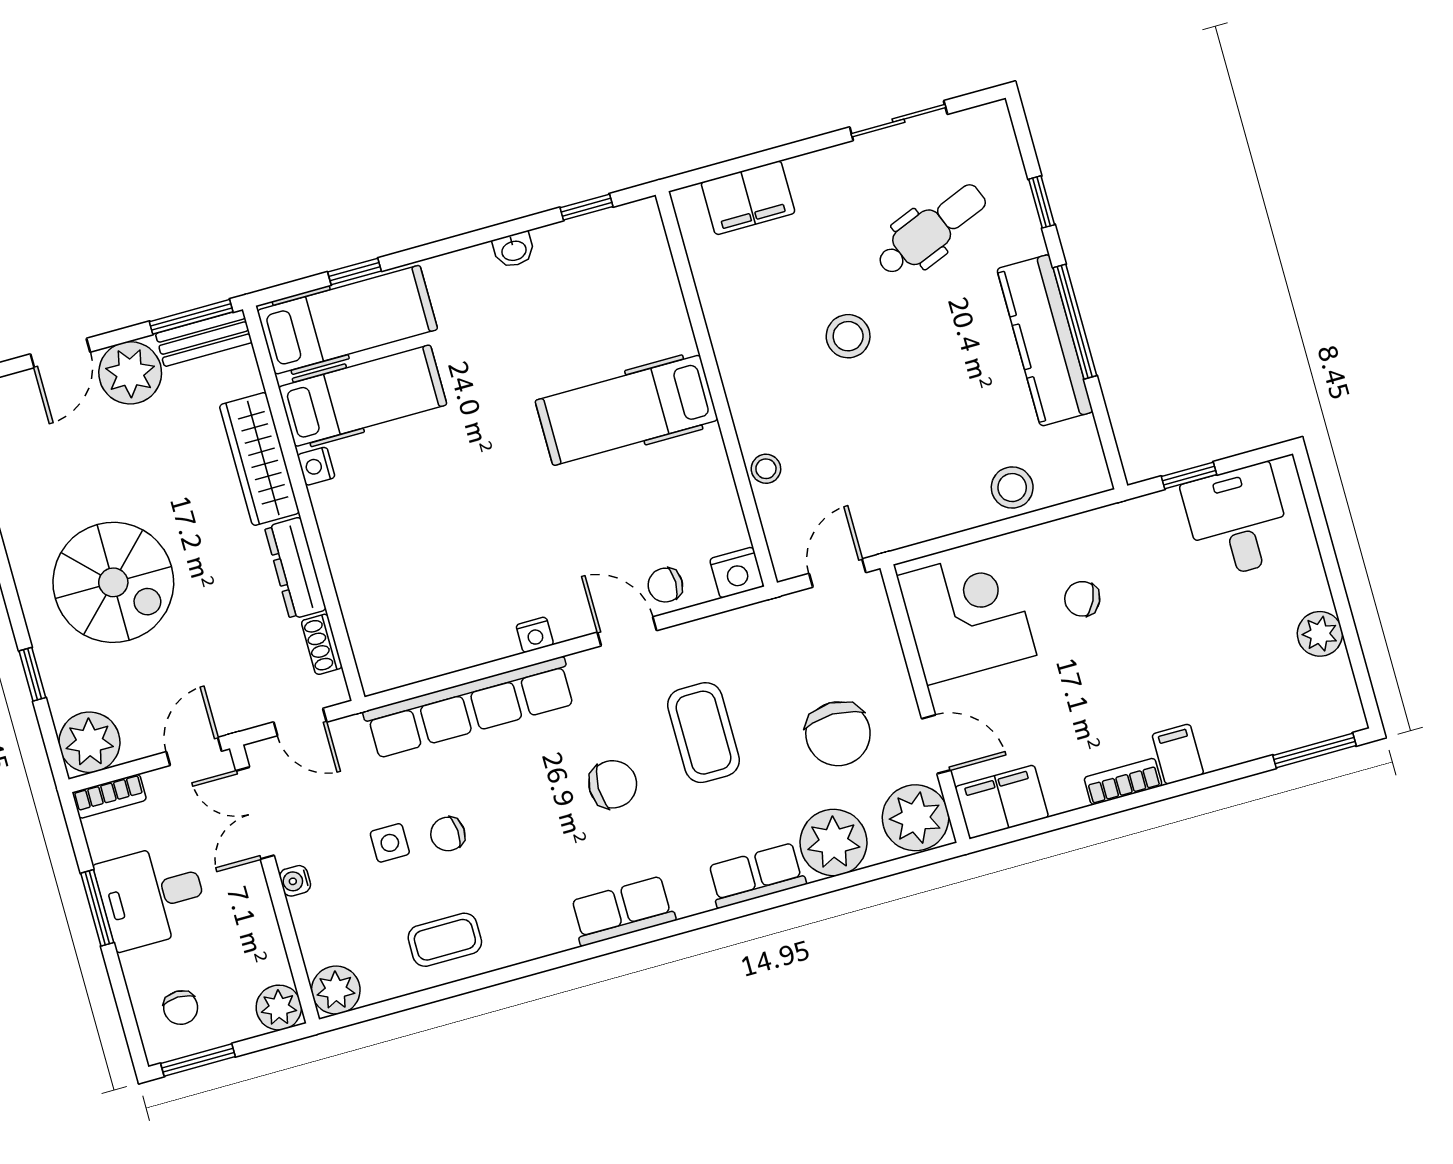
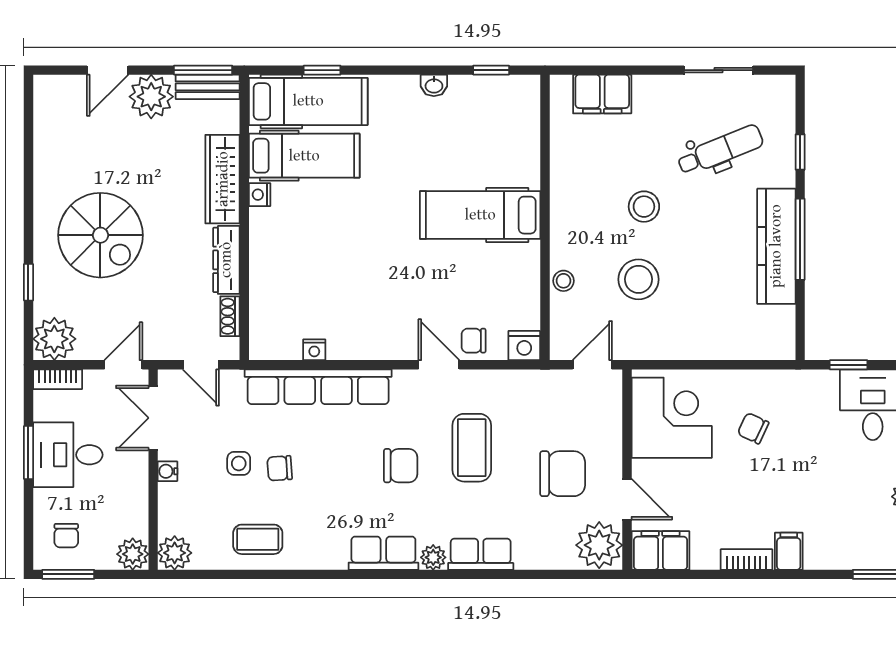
stool: (1012, 488) -> (638, 279), moved, width x1.38, depth x1.38
nightstand: (535, 635) -> (314, 350), moved
chair: (838, 734) -> (563, 474), turned -90
plant: (834, 842) -> (433, 557), moved, width x0.53, depth x0.53

